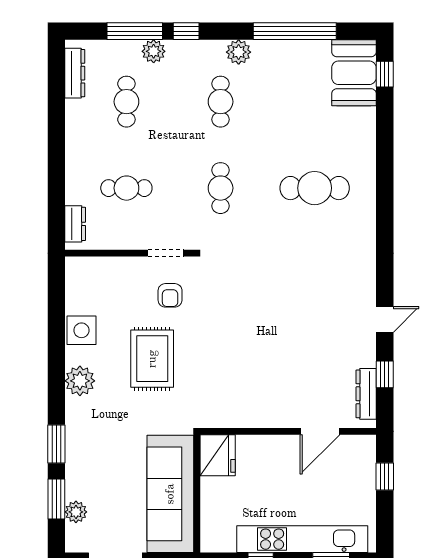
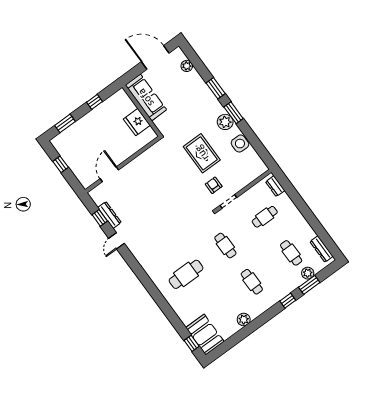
window: (135, 31) -> (309, 285), width x0.69
window: (295, 31) -> (242, 334), removed
plant: (154, 51) -> (308, 273), moved
plant: (239, 52) -> (244, 319), moved
dresser: (366, 394) -> (109, 215), moved
fridge: (218, 455) -> (137, 122), moved
window: (385, 476) -> (61, 164), moved
sofa: (170, 494) -> (146, 97), width x0.74, depth x0.79
window: (56, 499) -> (234, 113), moved
kitchen unit: (302, 539) -> (84, 124), removed

